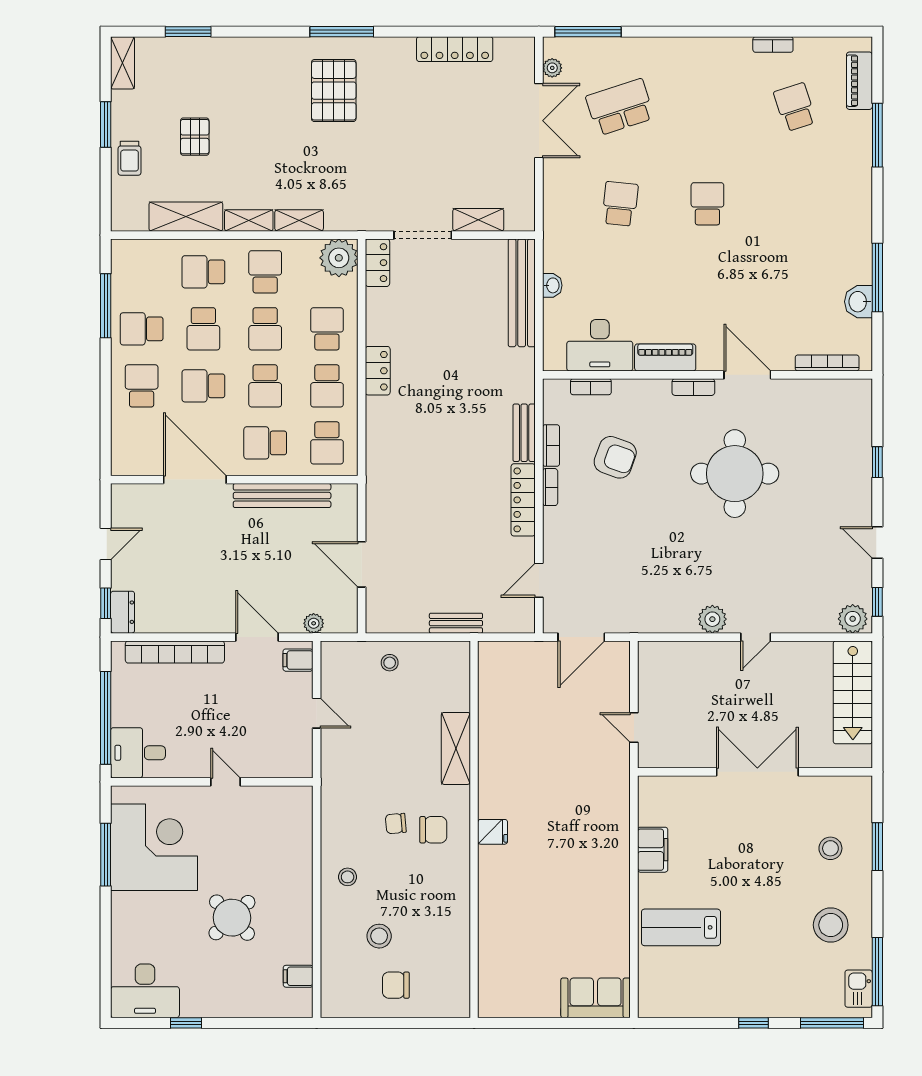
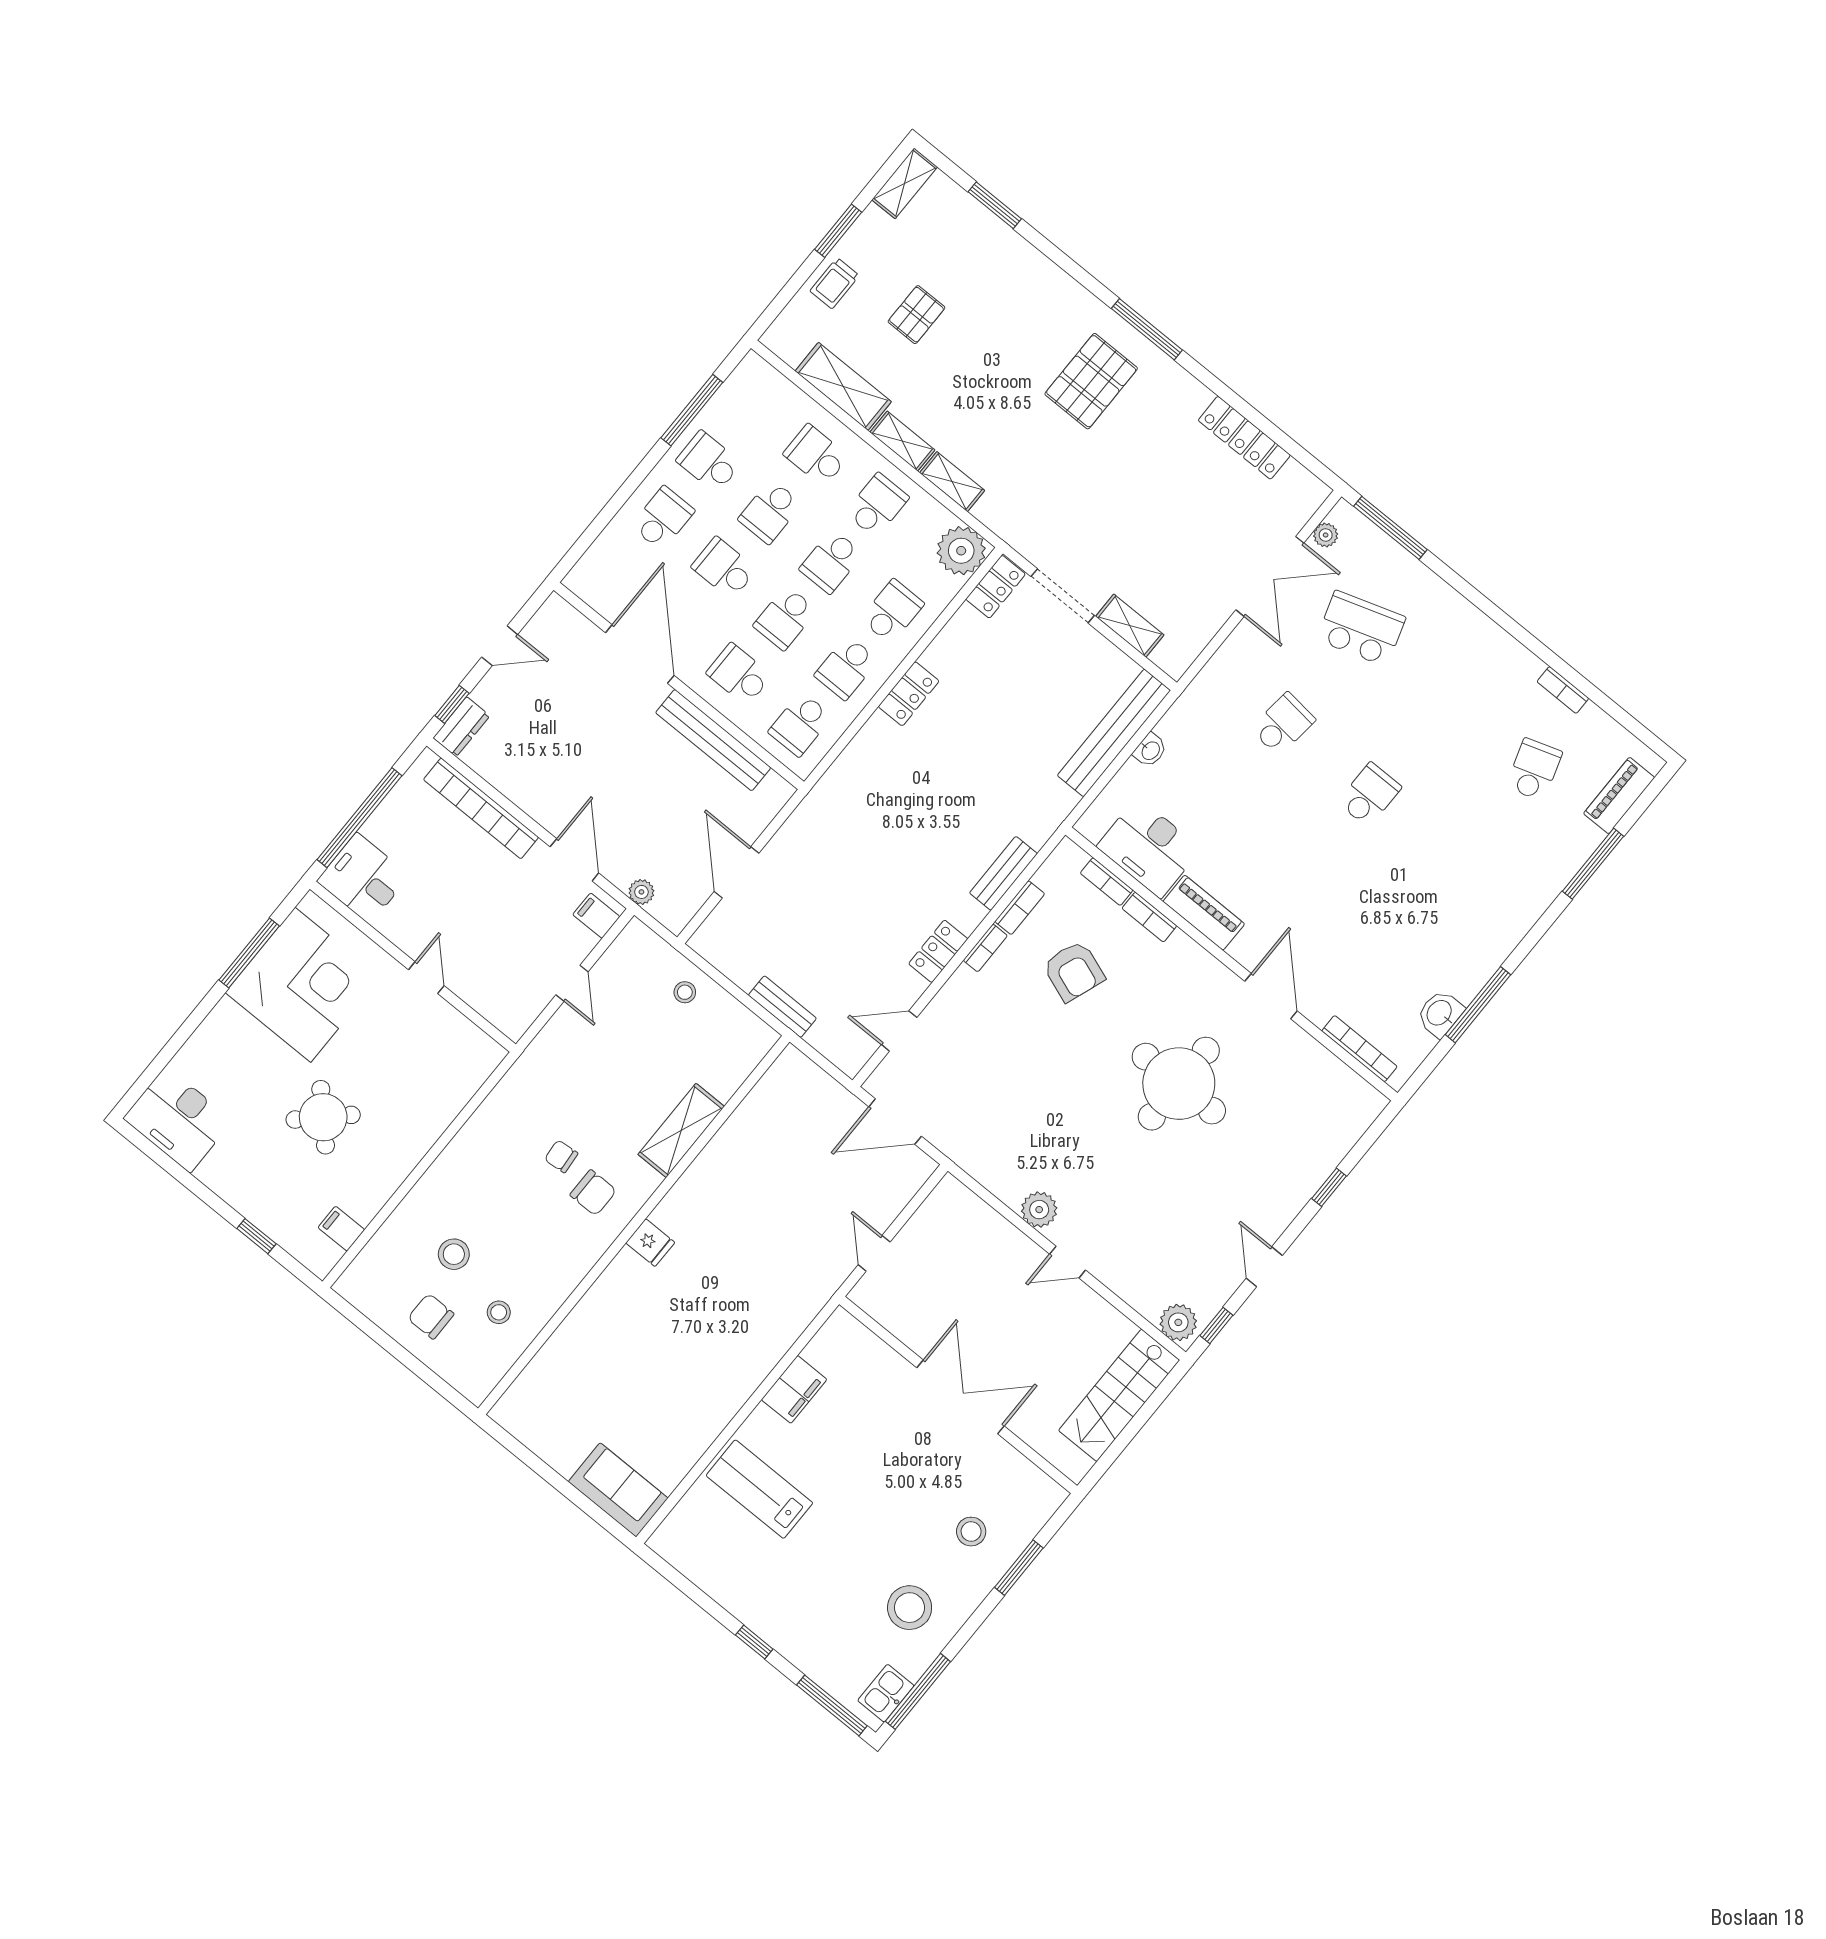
bookcase: (693, 387) -> (1149, 917), moved
locker: (523, 500) -> (938, 951), width x0.66
stool: (348, 877) -> (499, 1312), moved
window: (186, 1023) -> (256, 1236), moved

